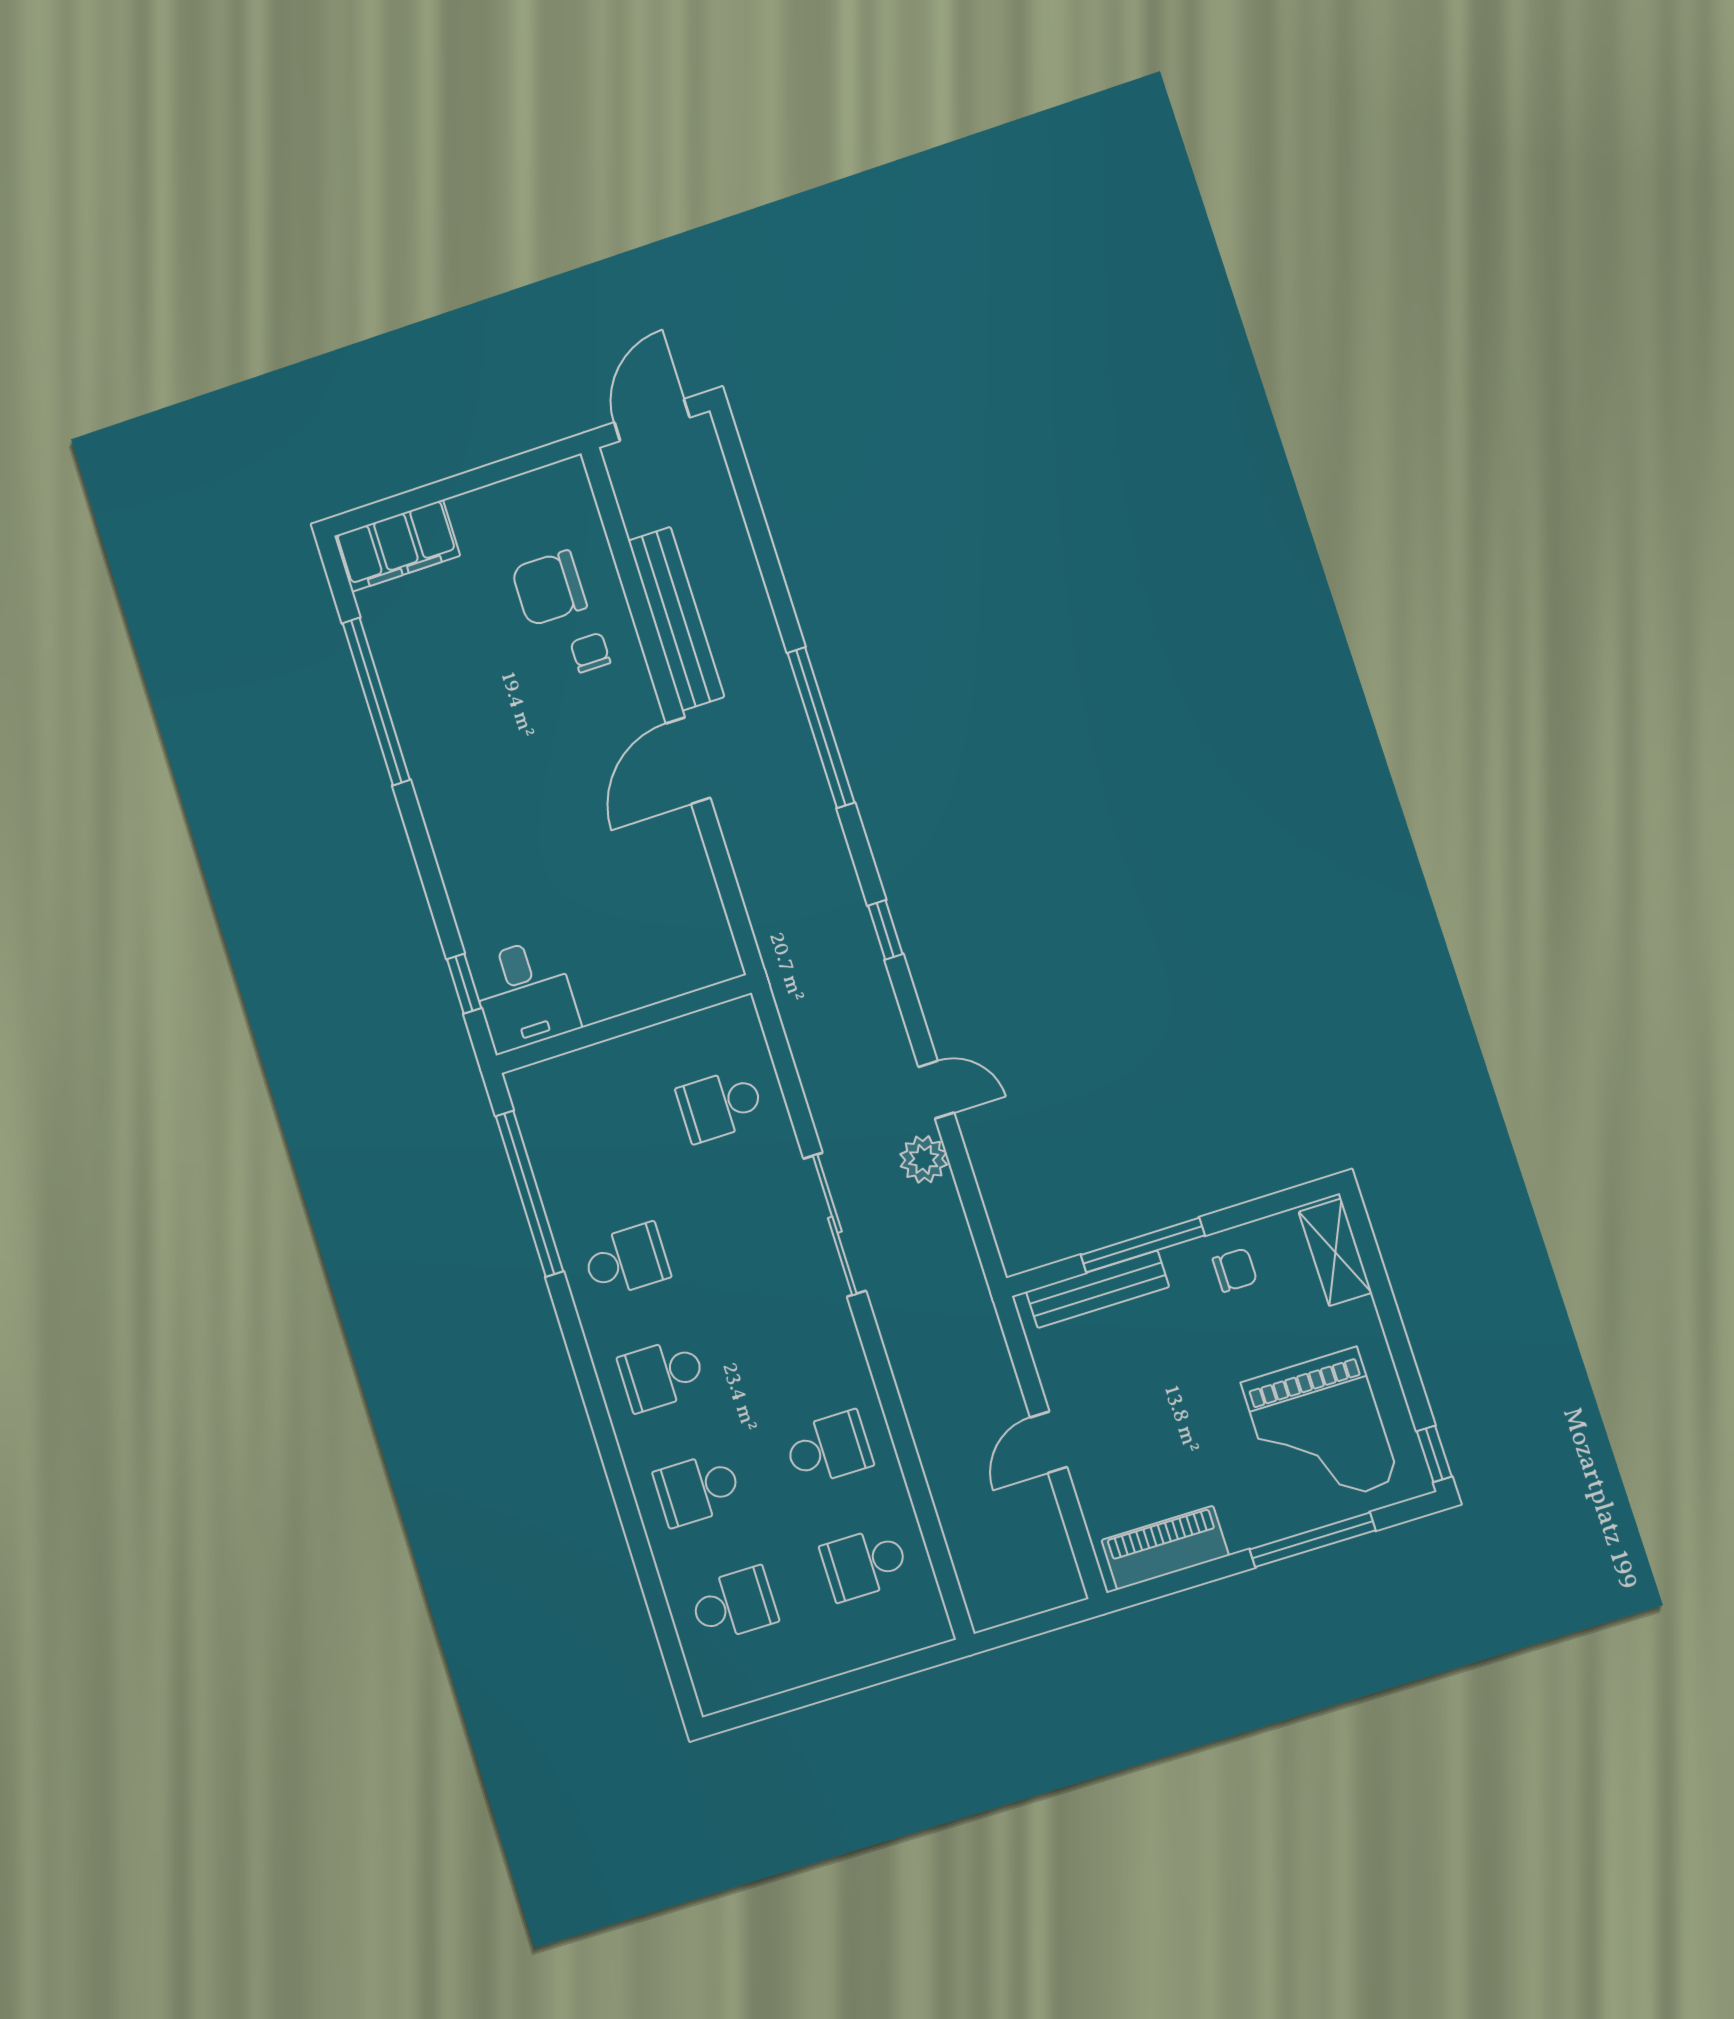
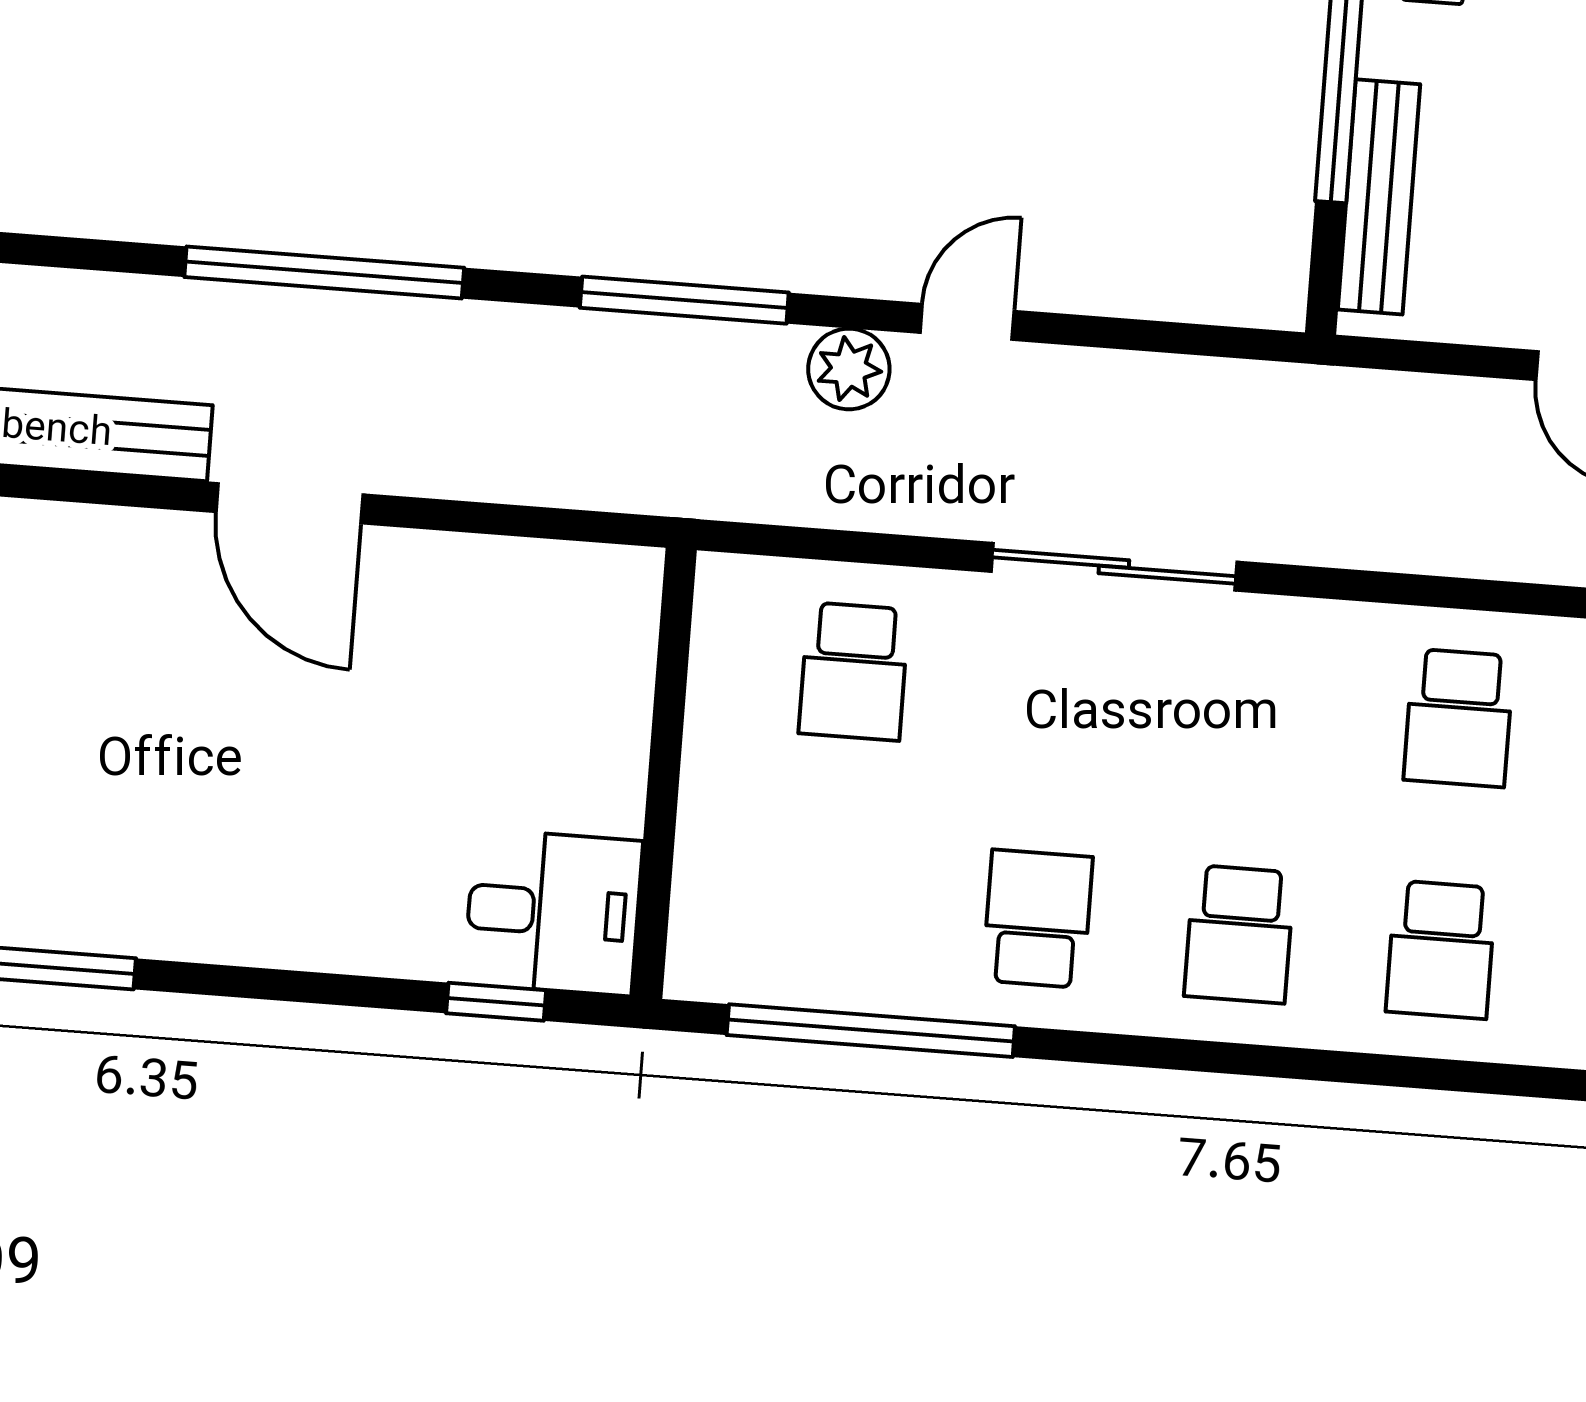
chair: (590, 653) -> (53, 589), removed
window: (885, 930) -> (684, 300), width x2.17
plant: (924, 1159) -> (849, 369), moved
school desk: (828, 1448) -> (1459, 718), turned 180

